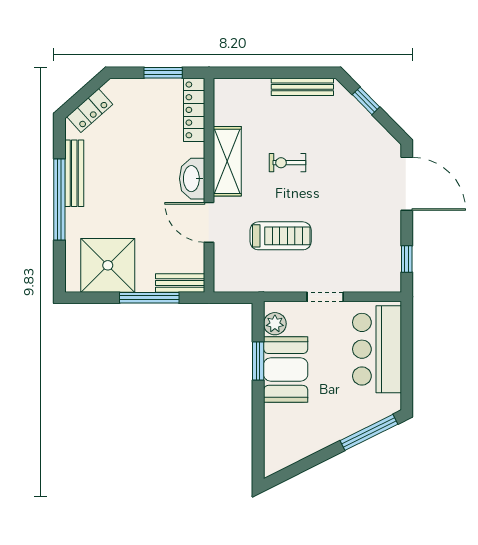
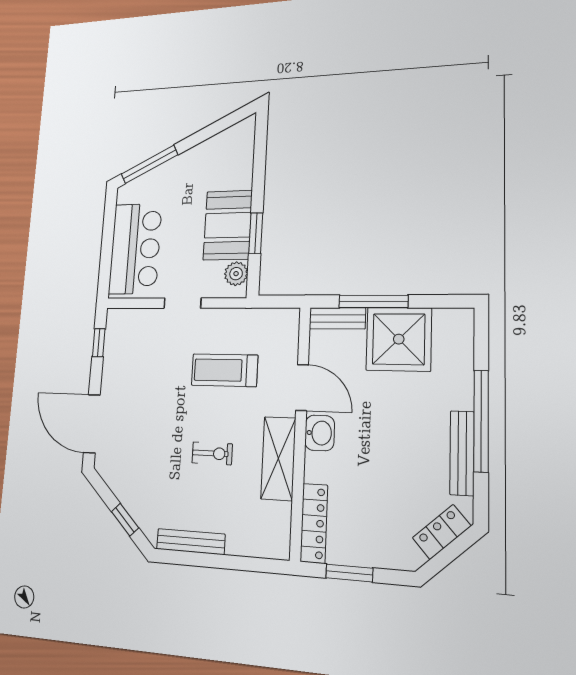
washbasin: (192, 179) -> (320, 433), width x0.72
shower: (108, 265) -> (399, 339), moved

